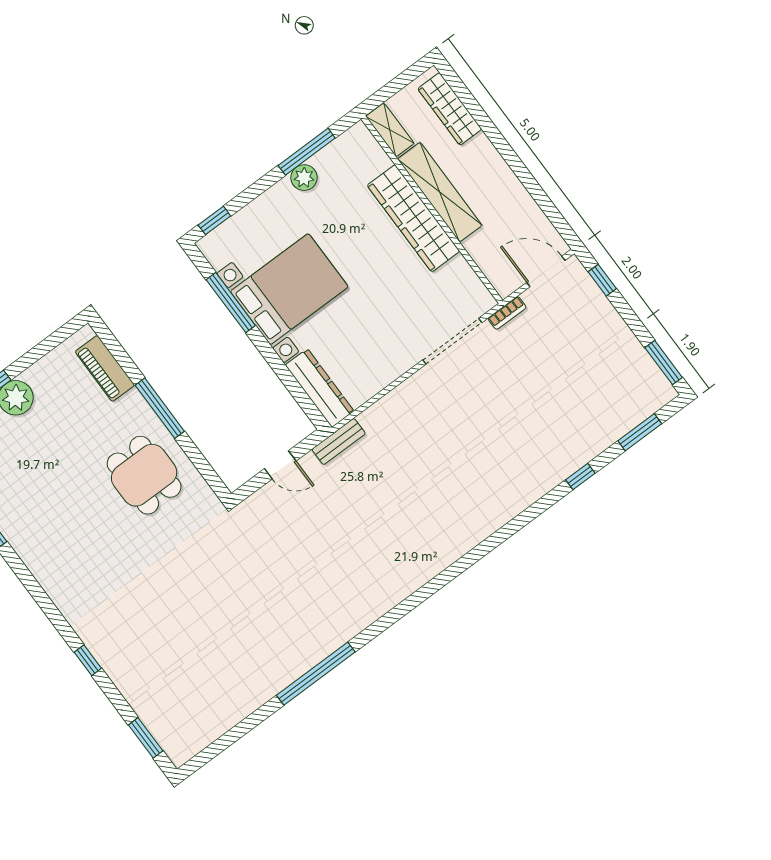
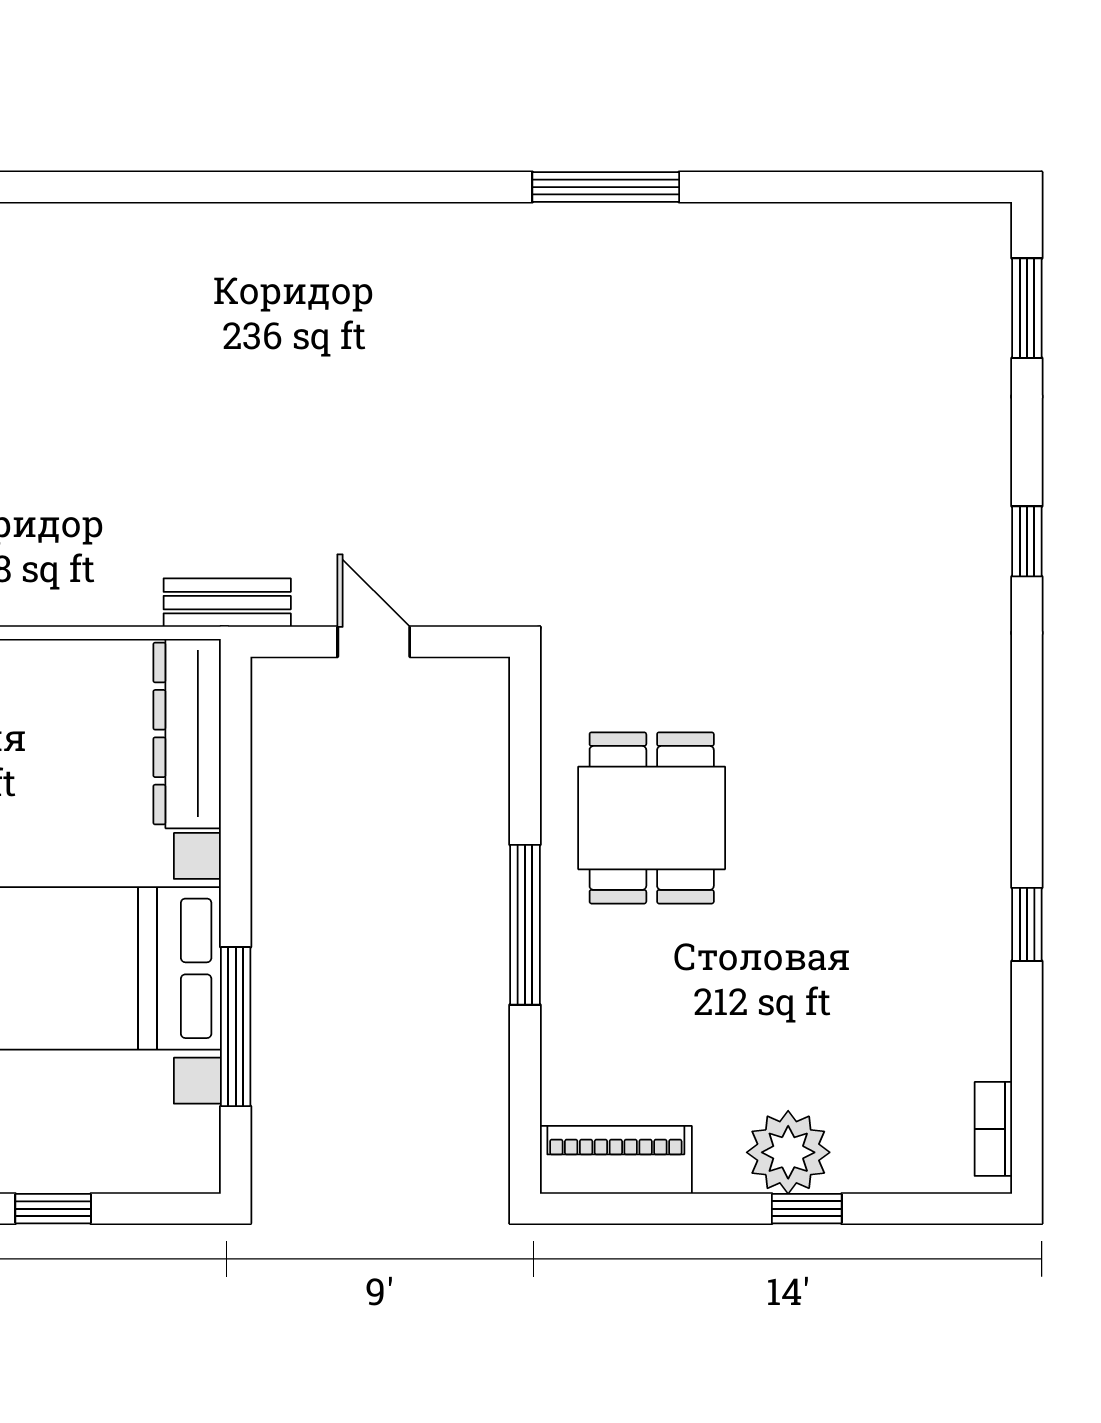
window: (214, 220) -> (53, 1209), moved
piano: (105, 368) -> (616, 1160), moved, turned -90
window: (316, 674) -> (606, 187), width x0.68

